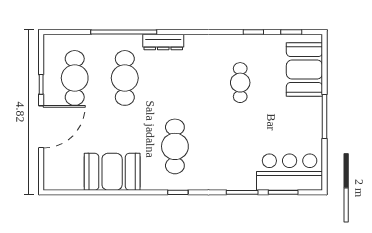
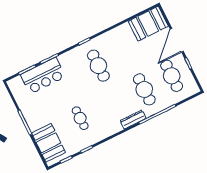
booth: (112, 172) -> (148, 24), moved
bar counter: (290, 172) -> (43, 76), moved

